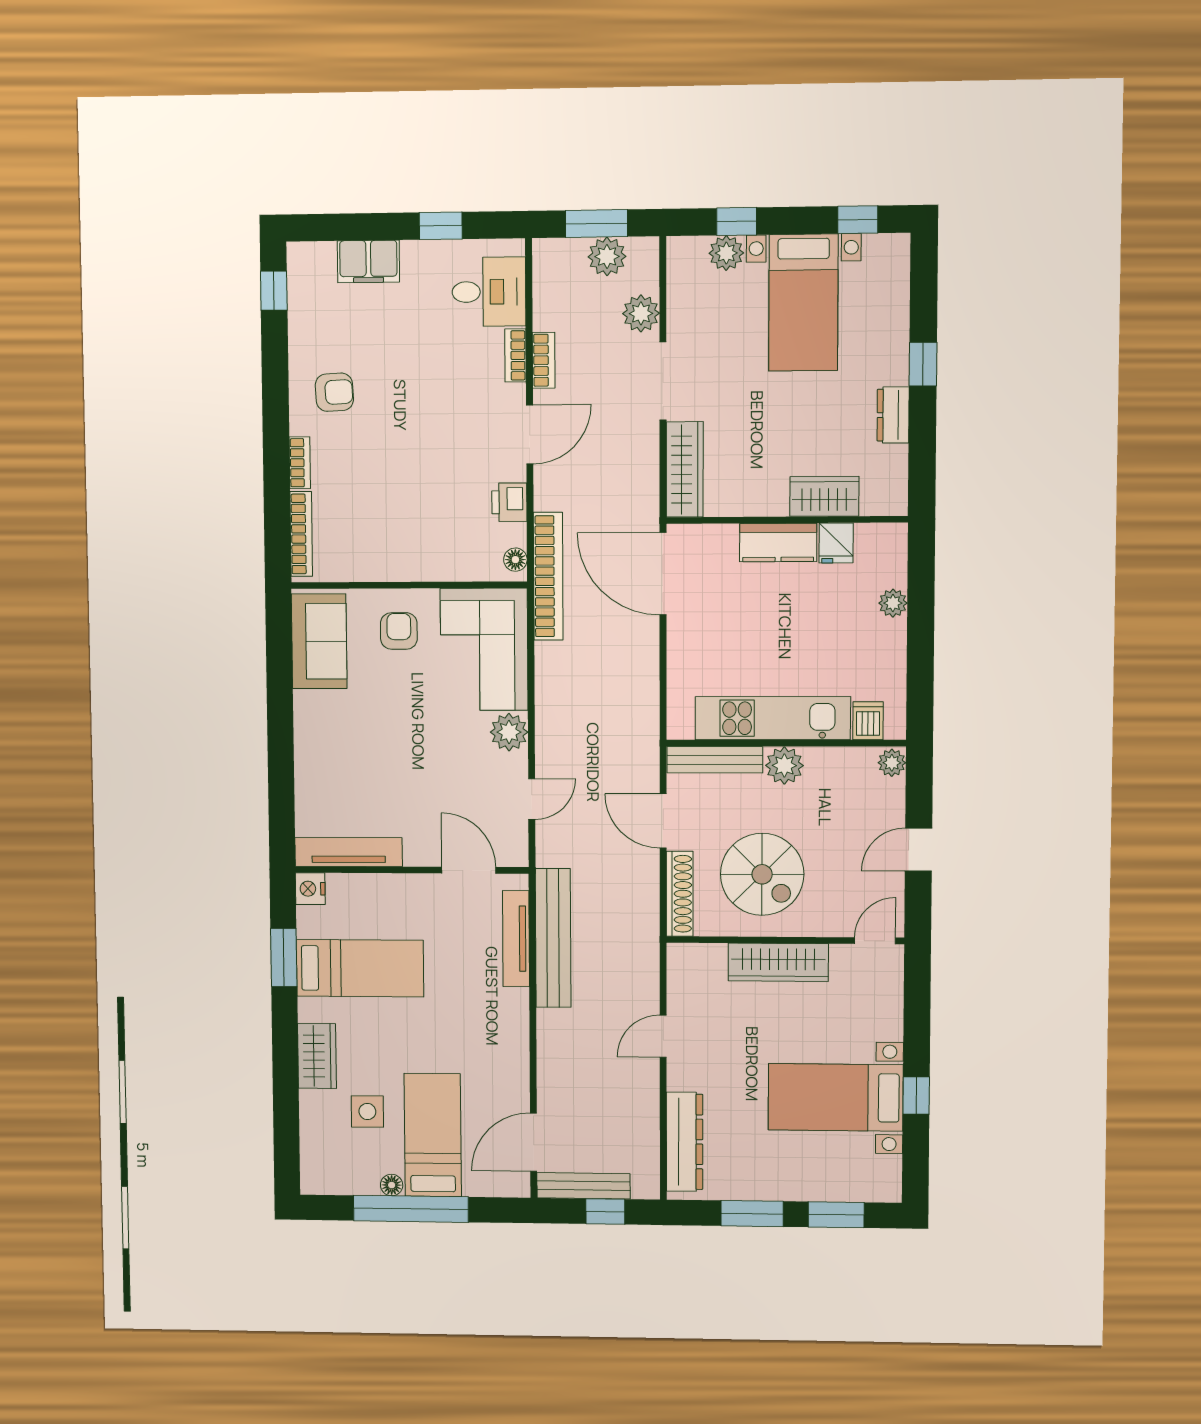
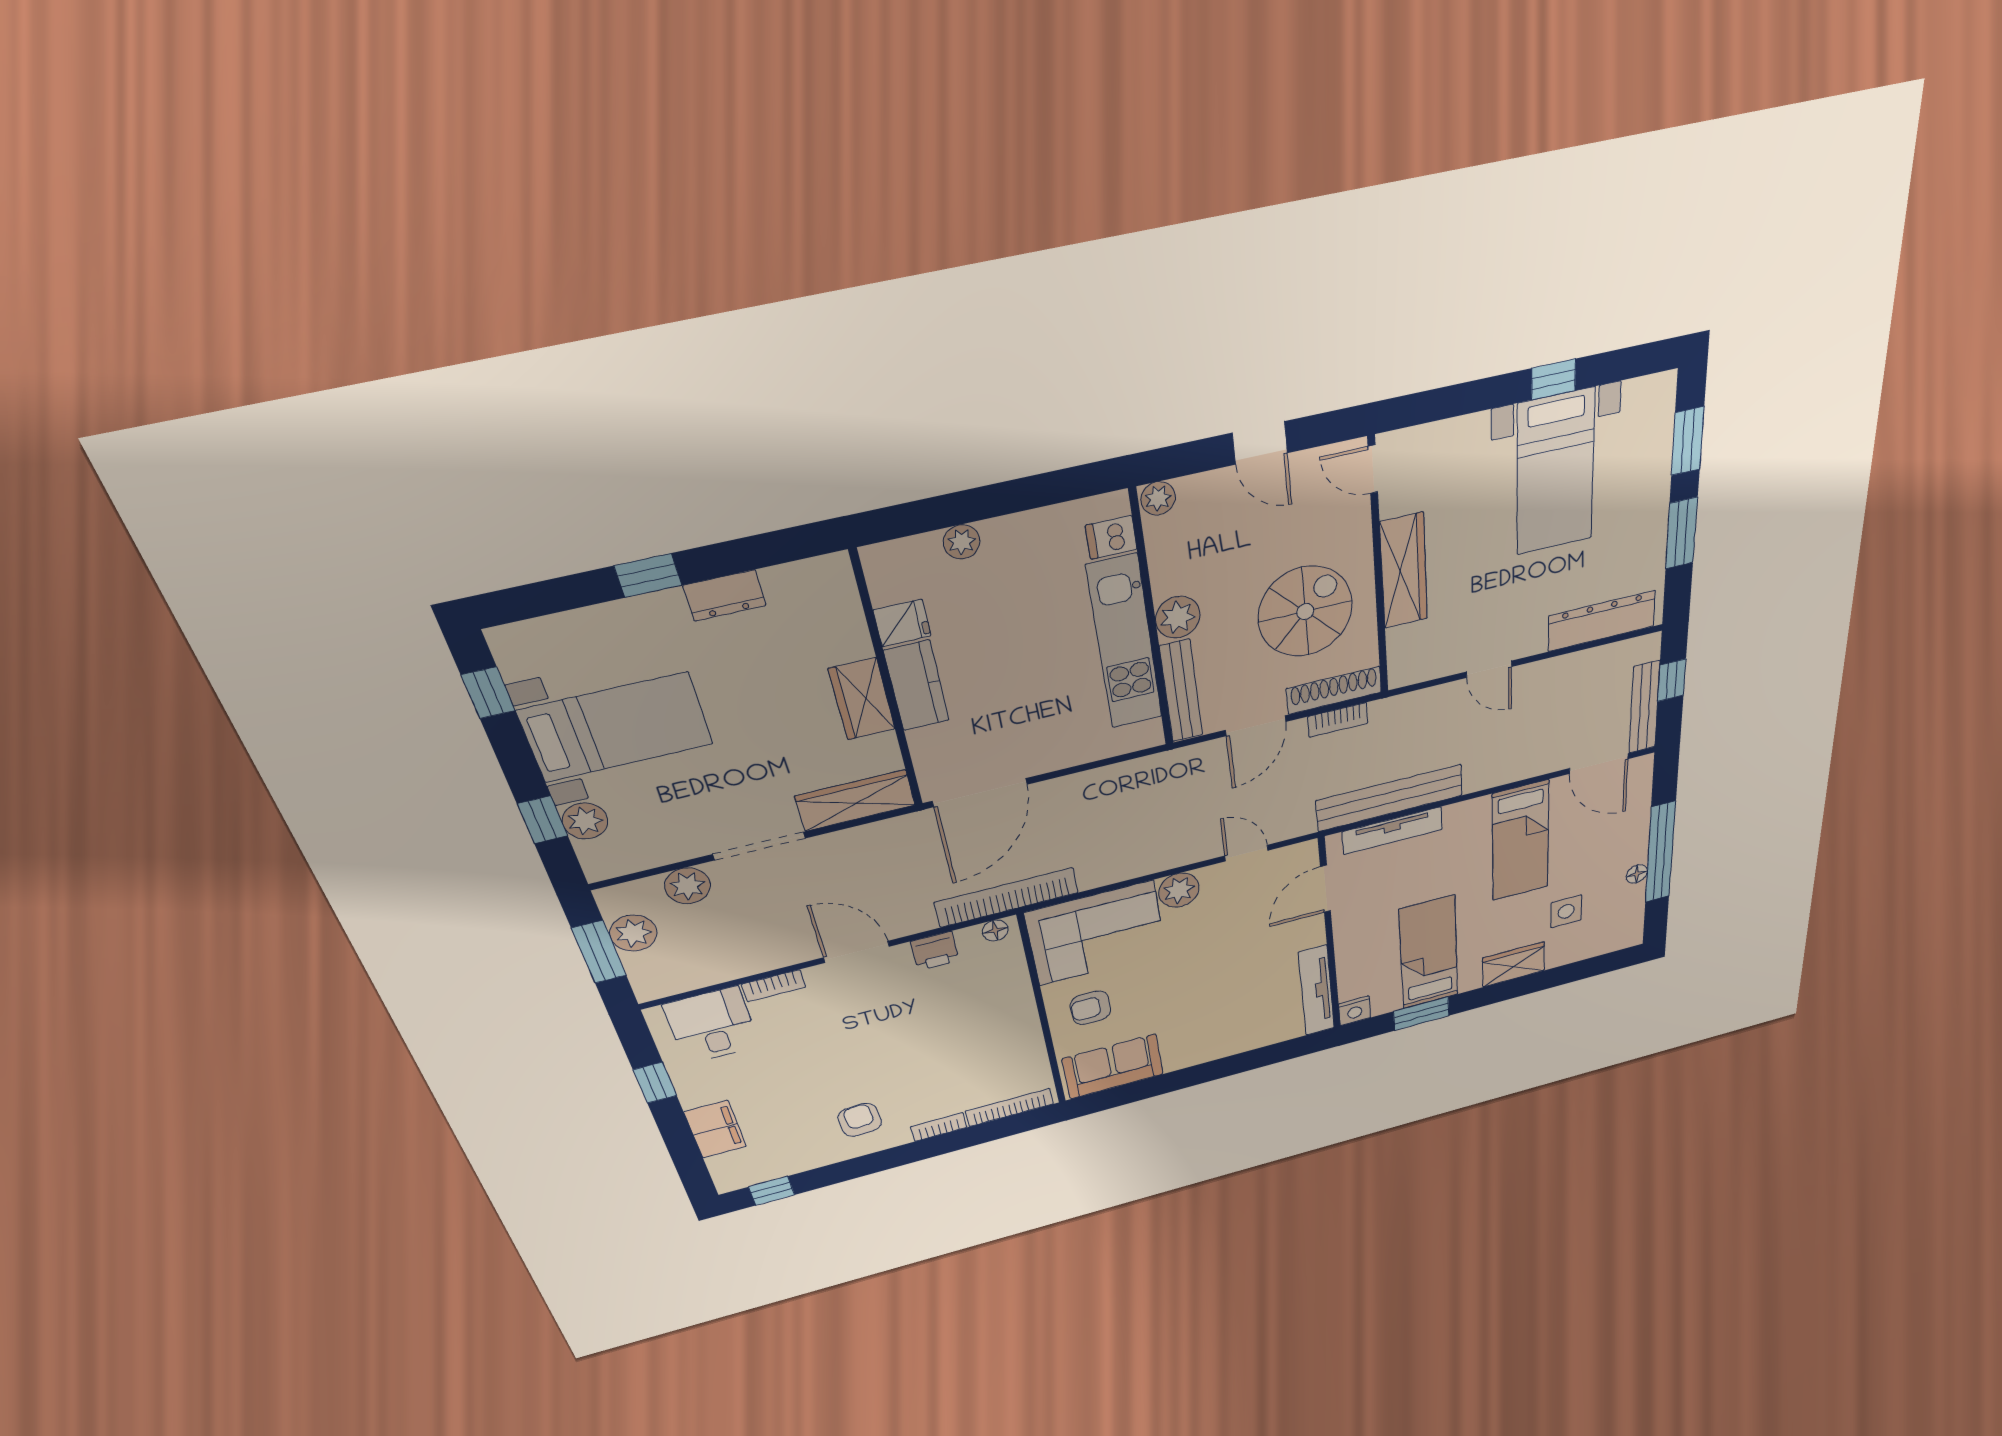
bookcase: (544, 360) -> (1338, 720), moved, turned 180
wardrobe: (824, 496) -> (862, 699), moved
bed: (433, 1135) -> (1520, 841), moved, turned -90

